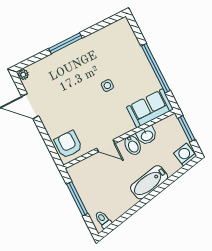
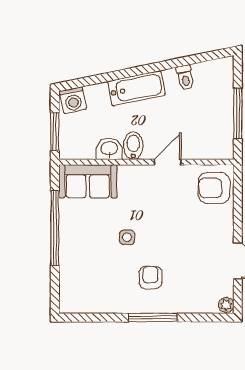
armchair: (80, 68) -> (151, 277), added
armchair: (68, 144) -> (214, 188), turned 90
door: (106, 146) -> (168, 162), hinge flipped
toilet: (103, 220) -> (185, 78), moved

